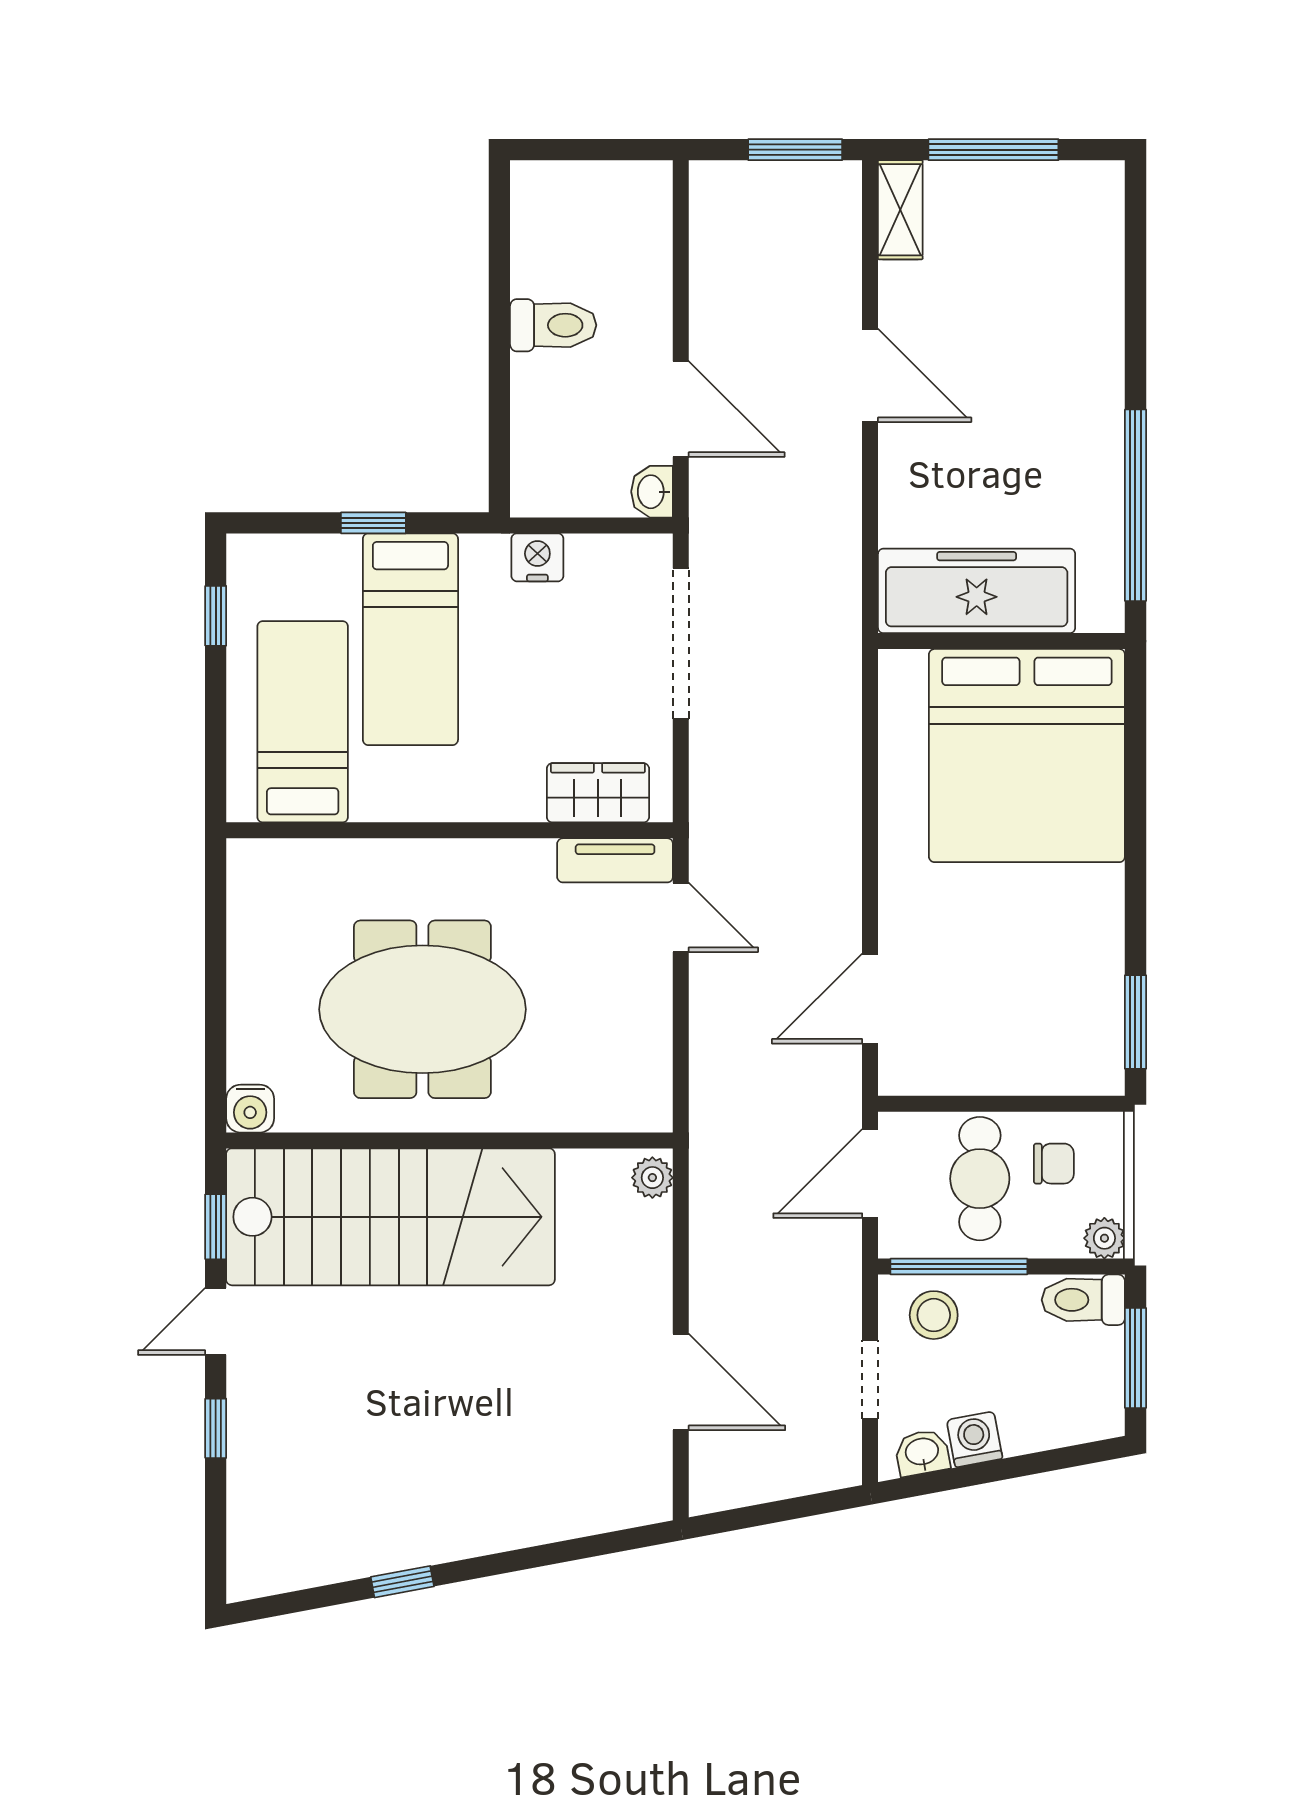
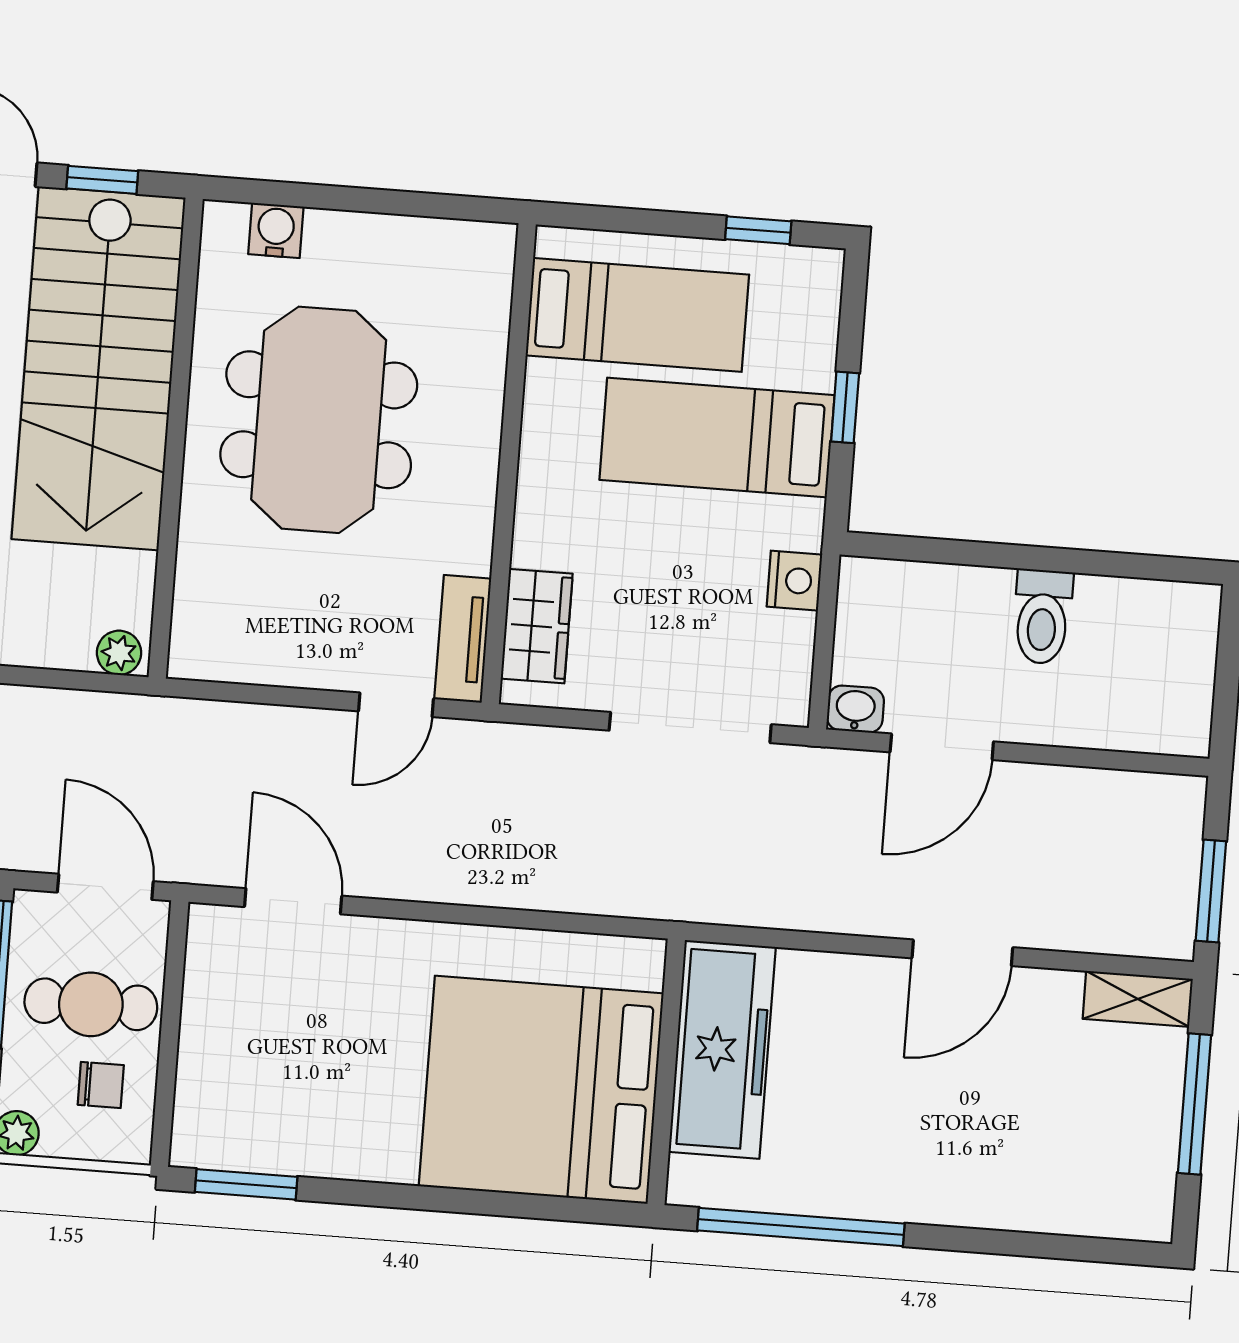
water cooler: (250, 1109) -> (276, 230), moved, turned 90
chair: (1054, 1164) -> (101, 1085), turned -90

